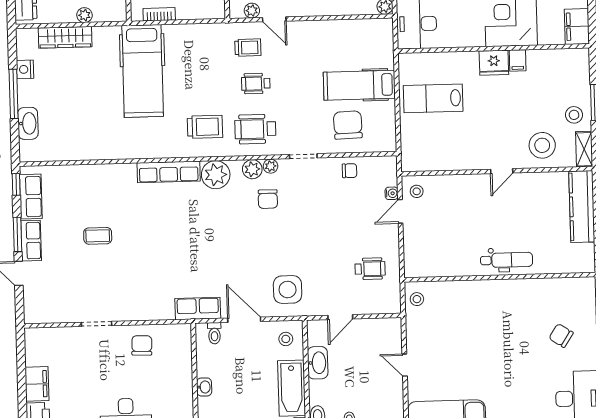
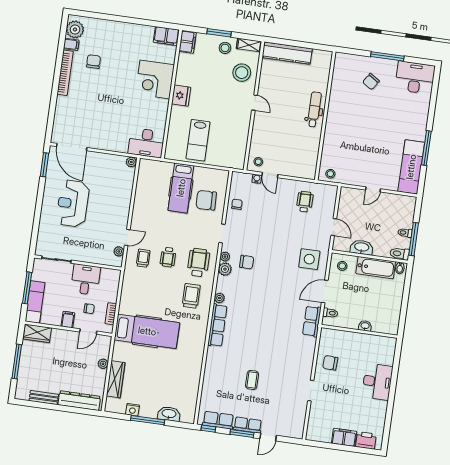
filing cabinet: (518, 60) -> (187, 42), moved, width x2.00
wheelchair: (255, 129) -> (198, 263), turned 180
plant: (216, 175) -> (219, 298), width x0.53, depth x0.53

